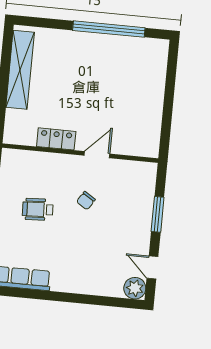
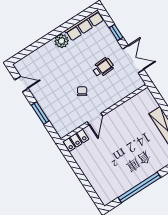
locker: (56, 139) -> (76, 140), moved
plant: (135, 288) -> (62, 41), moved

